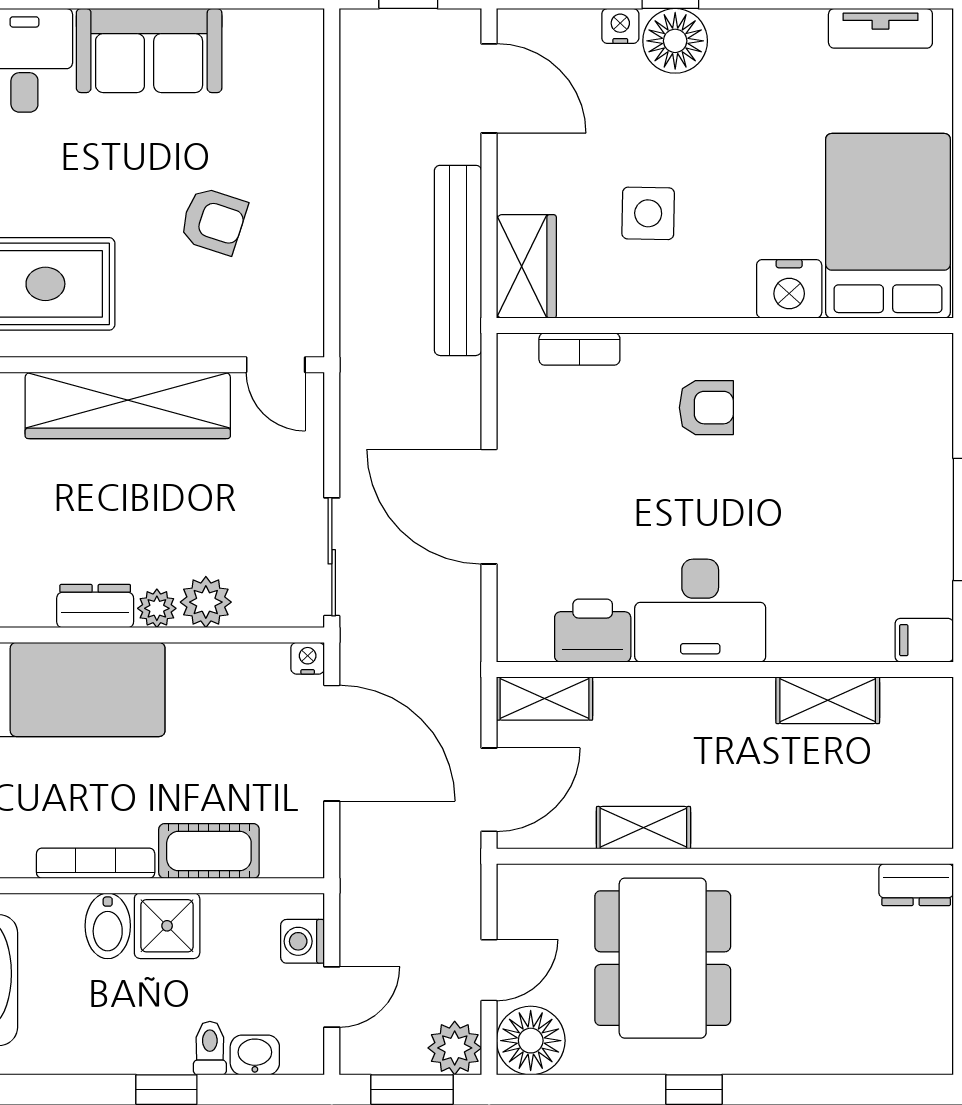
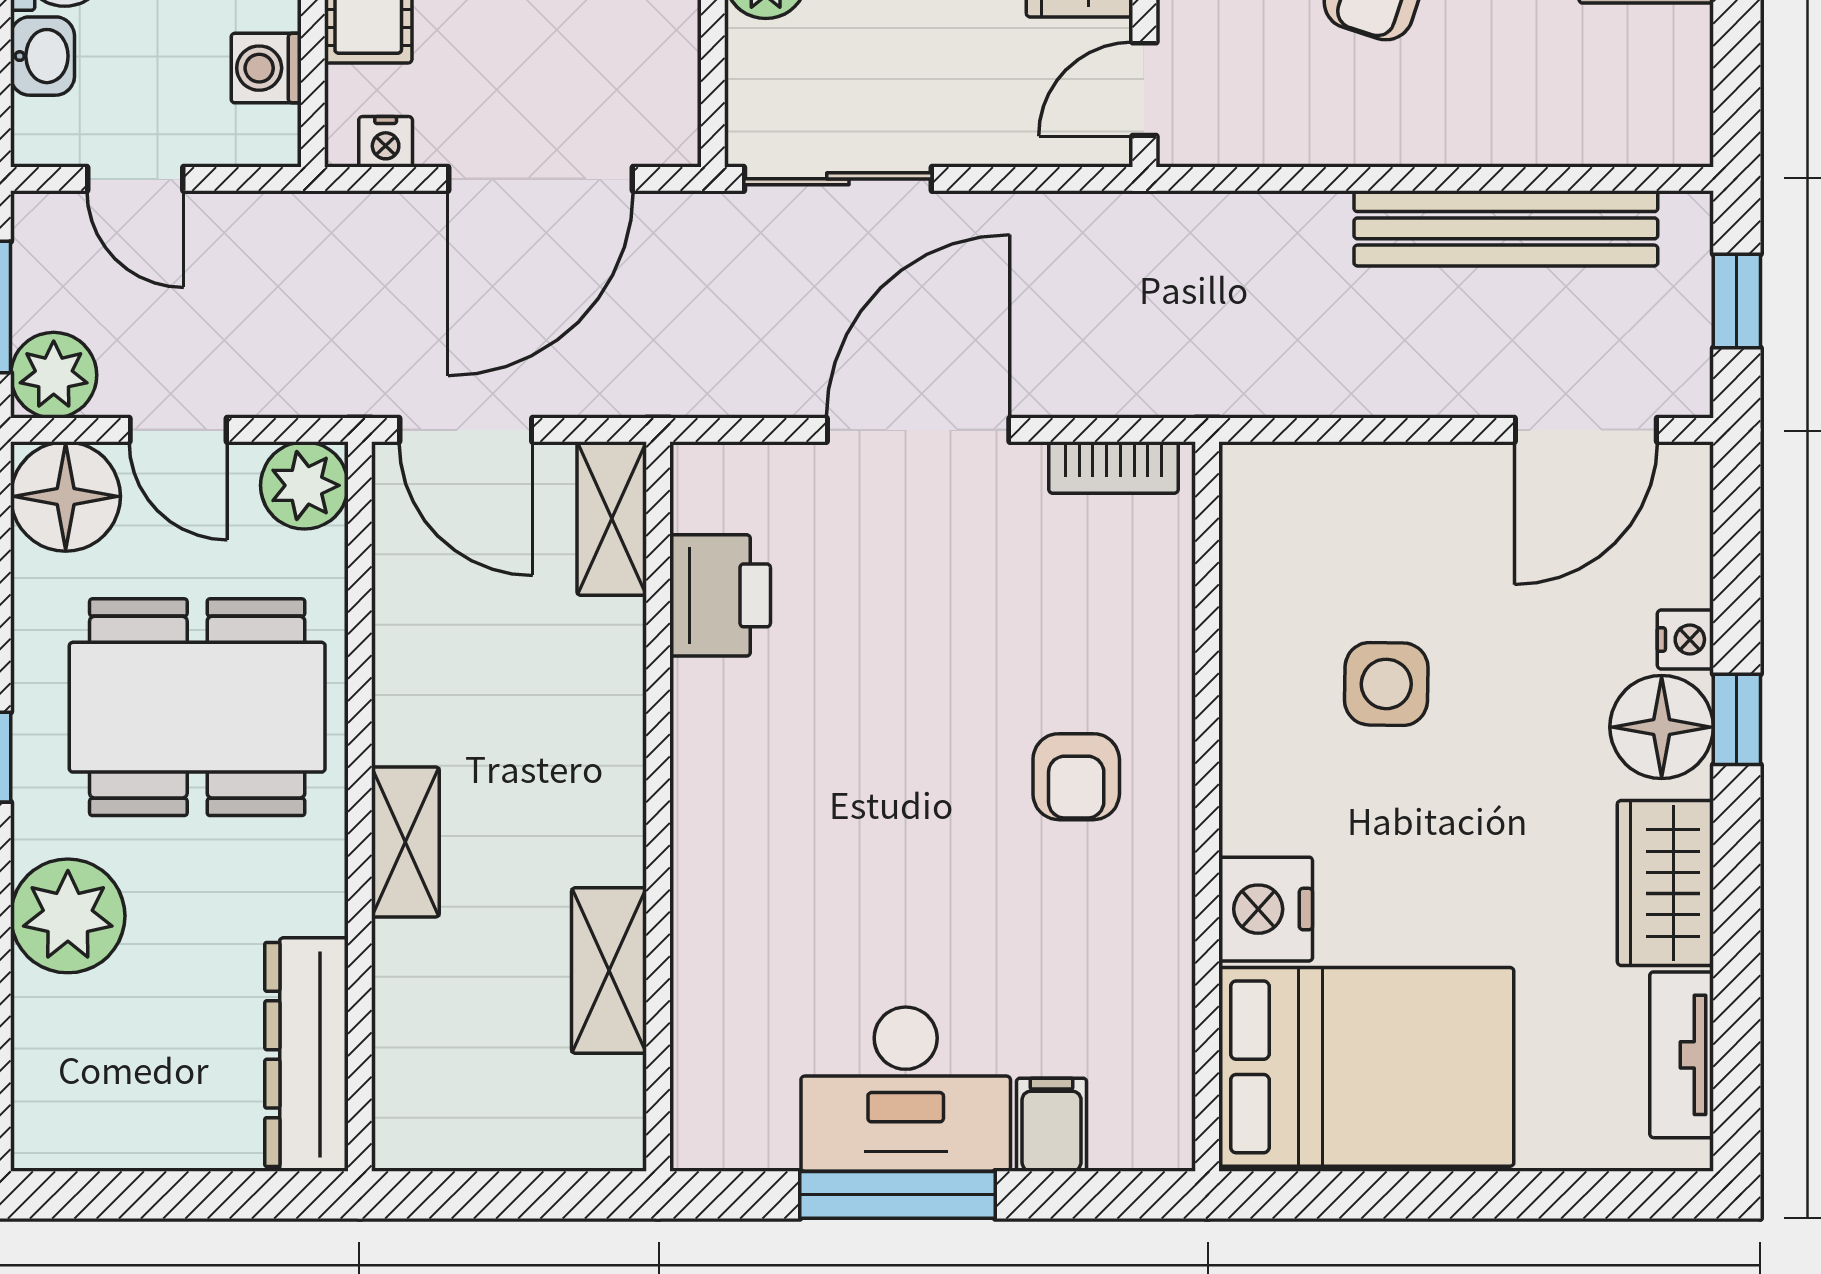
bench: (458, 260) -> (1506, 228), moved
wardrobe: (526, 266) -> (1665, 883), moved, turned 90
bookcase: (579, 349) -> (1113, 467), moved, turned -90
desk: (700, 611) -> (906, 1089), moved, turned -90
filing cabinet: (924, 640) -> (1052, 1125), moved
nightstand: (308, 658) -> (386, 142), moved, turned 90
shelving: (643, 828) -> (405, 842), moved
dresser: (916, 885) -> (306, 1054), width x1.96, depth x1.24
plant: (524, 891) -> (304, 485), added
washing machine: (303, 941) -> (266, 68), moved, turned -90
plant: (793, 1039) -> (68, 916), added

